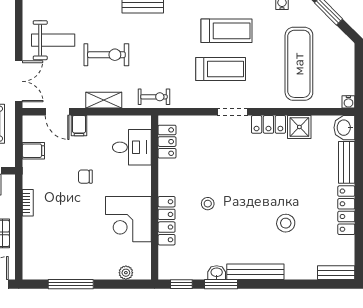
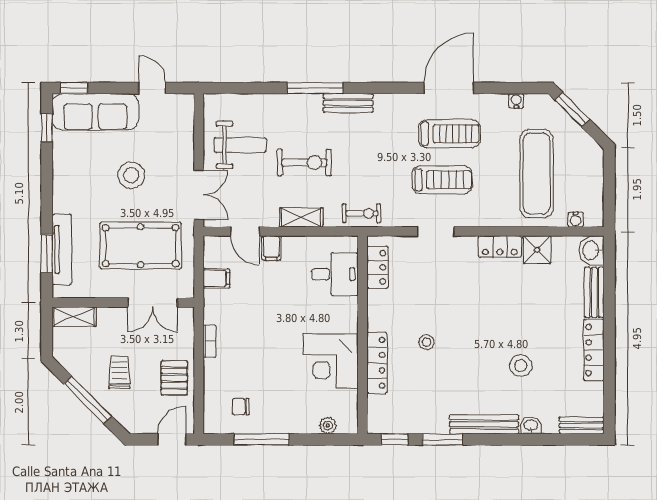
water cooler: (348, 102) -> (576, 220), moved
doorway: (233, 112) -> (436, 231), moved
chair: (85, 177) -> (241, 407), moved
washbasin: (217, 273) -> (531, 425), moved

